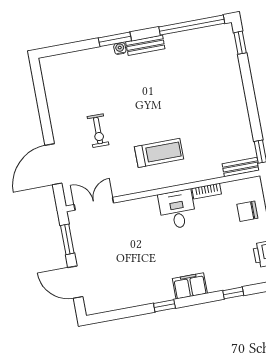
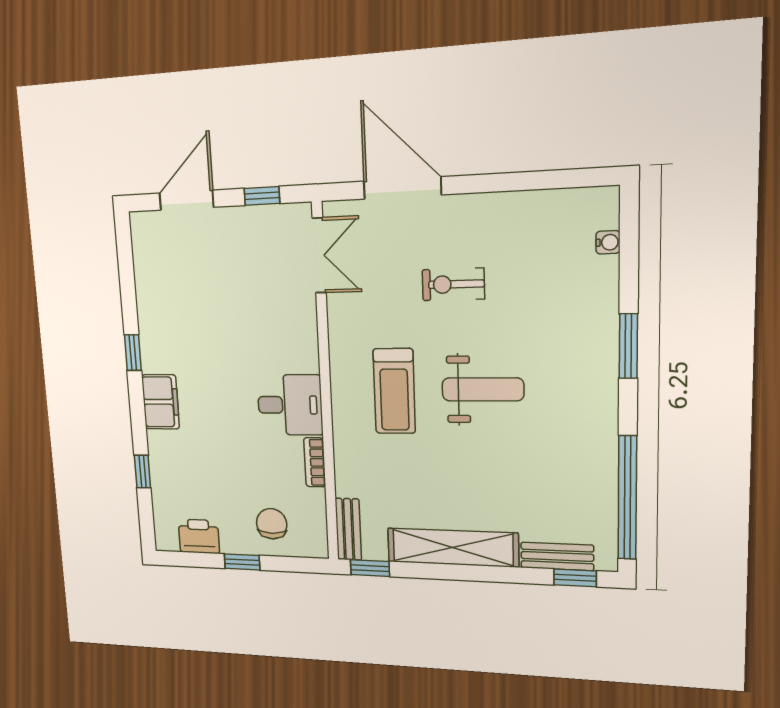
bench: (145, 45) -> (557, 556), moved, turned 90
water cooler: (120, 48) -> (608, 242), moved
weight bench: (150, 107) -> (483, 389), added
shelving: (238, 109) -> (452, 548), added
window: (67, 239) -> (262, 196), width x0.67

